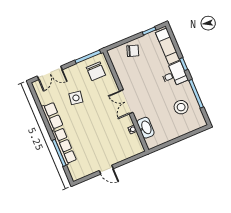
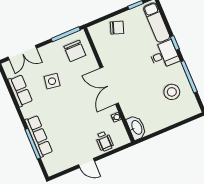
double door: (126, 102) -> (109, 86), width x1.37
row of seats: (52, 116) -> (20, 91), moved
washbasin: (146, 128) -> (136, 128), moved
wheelchair: (122, 151) -> (104, 141), added

